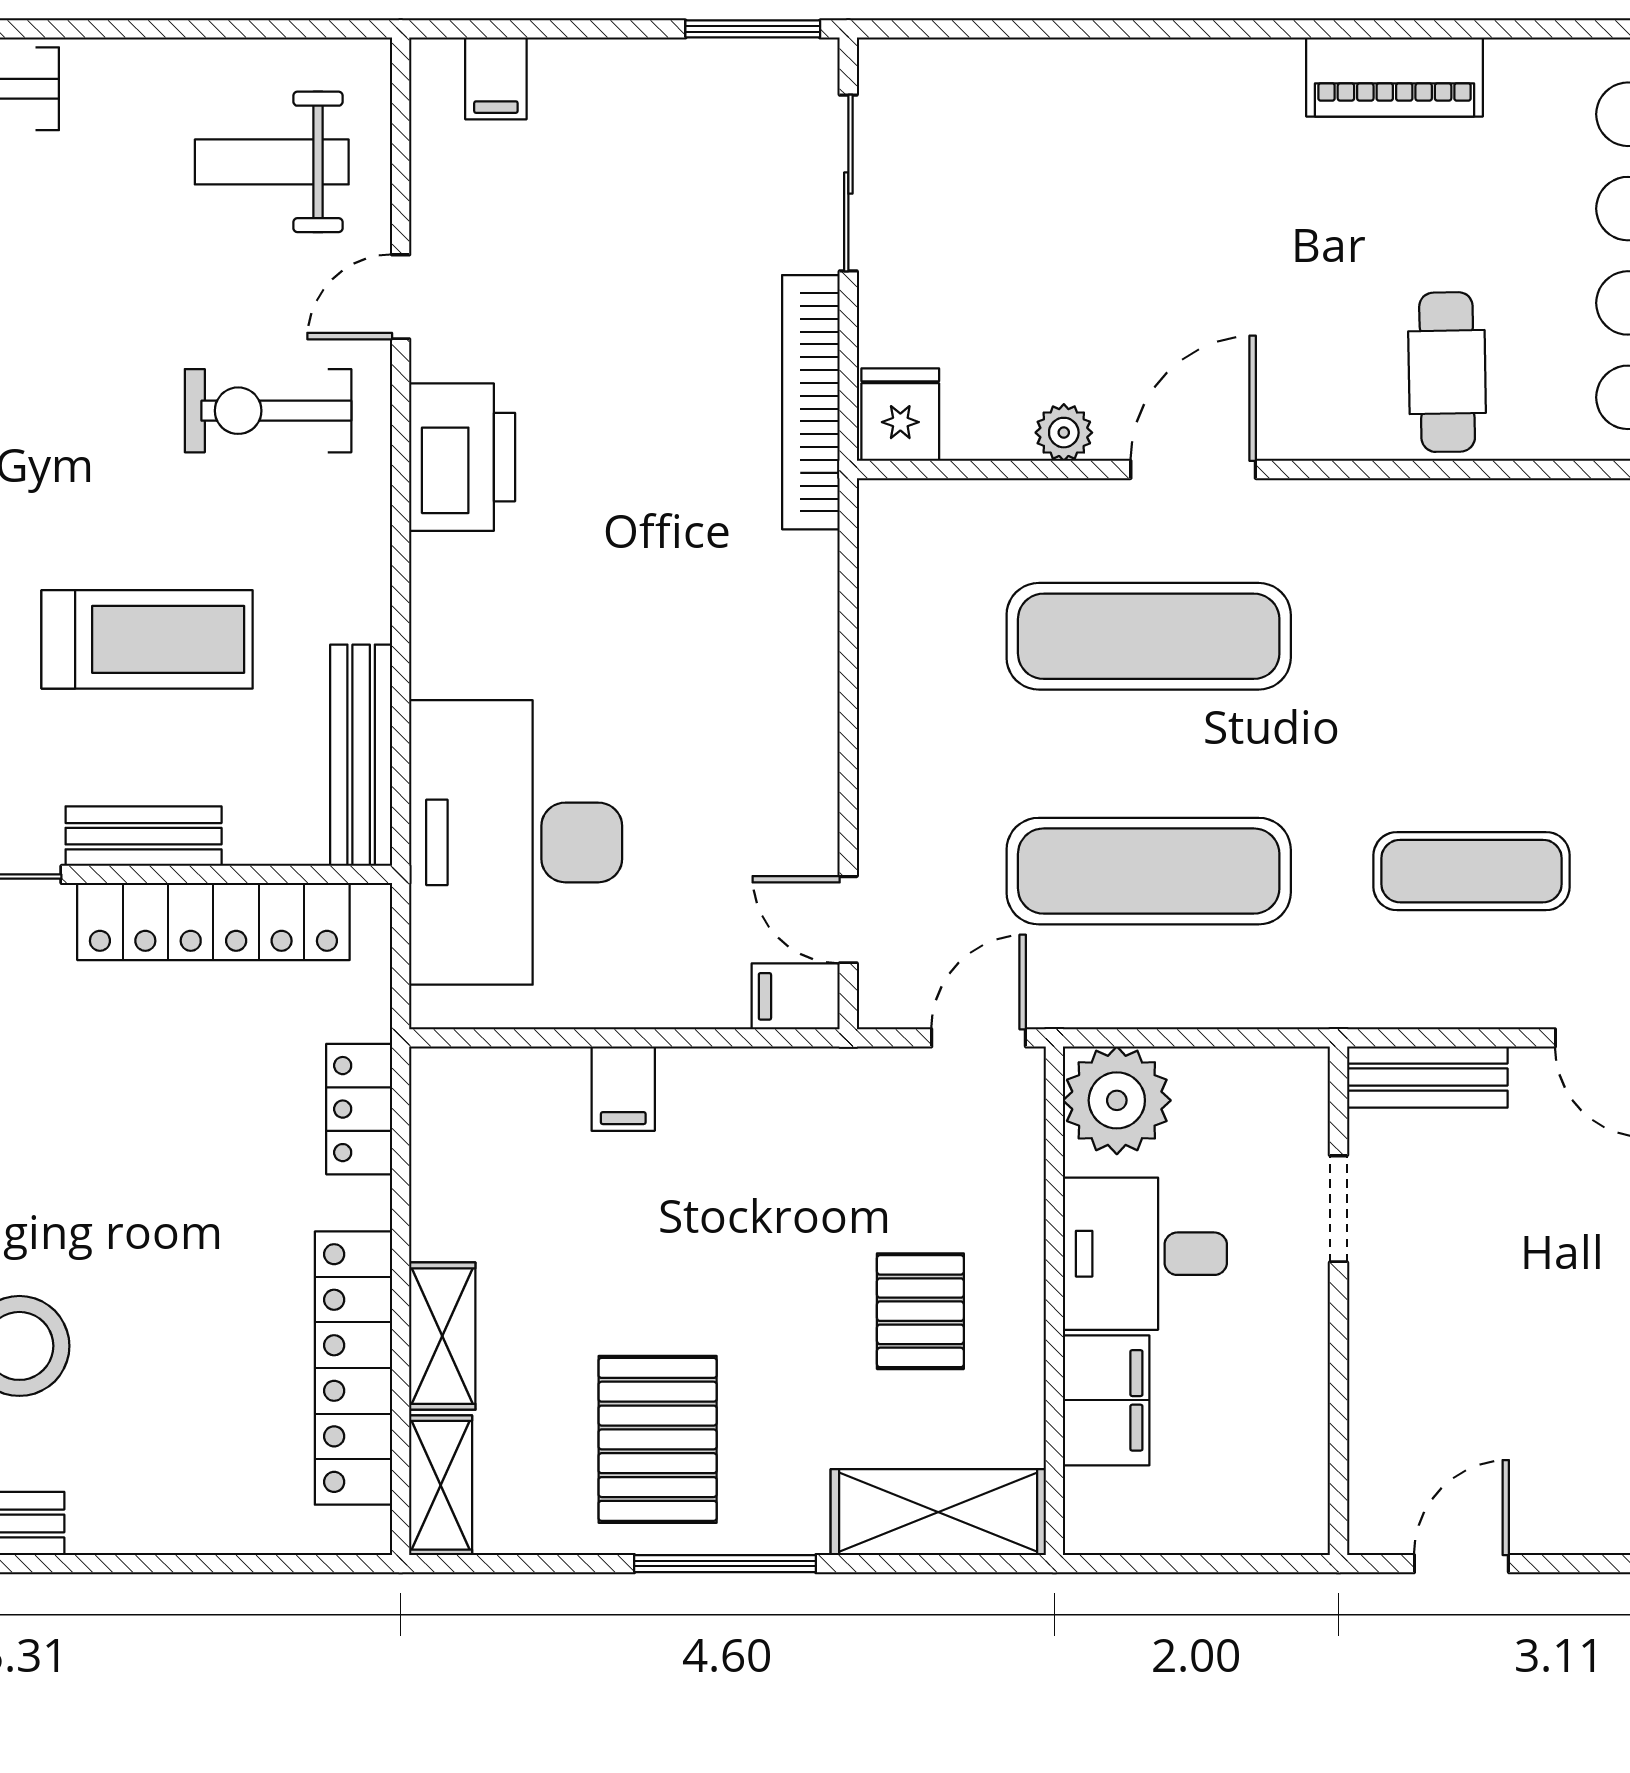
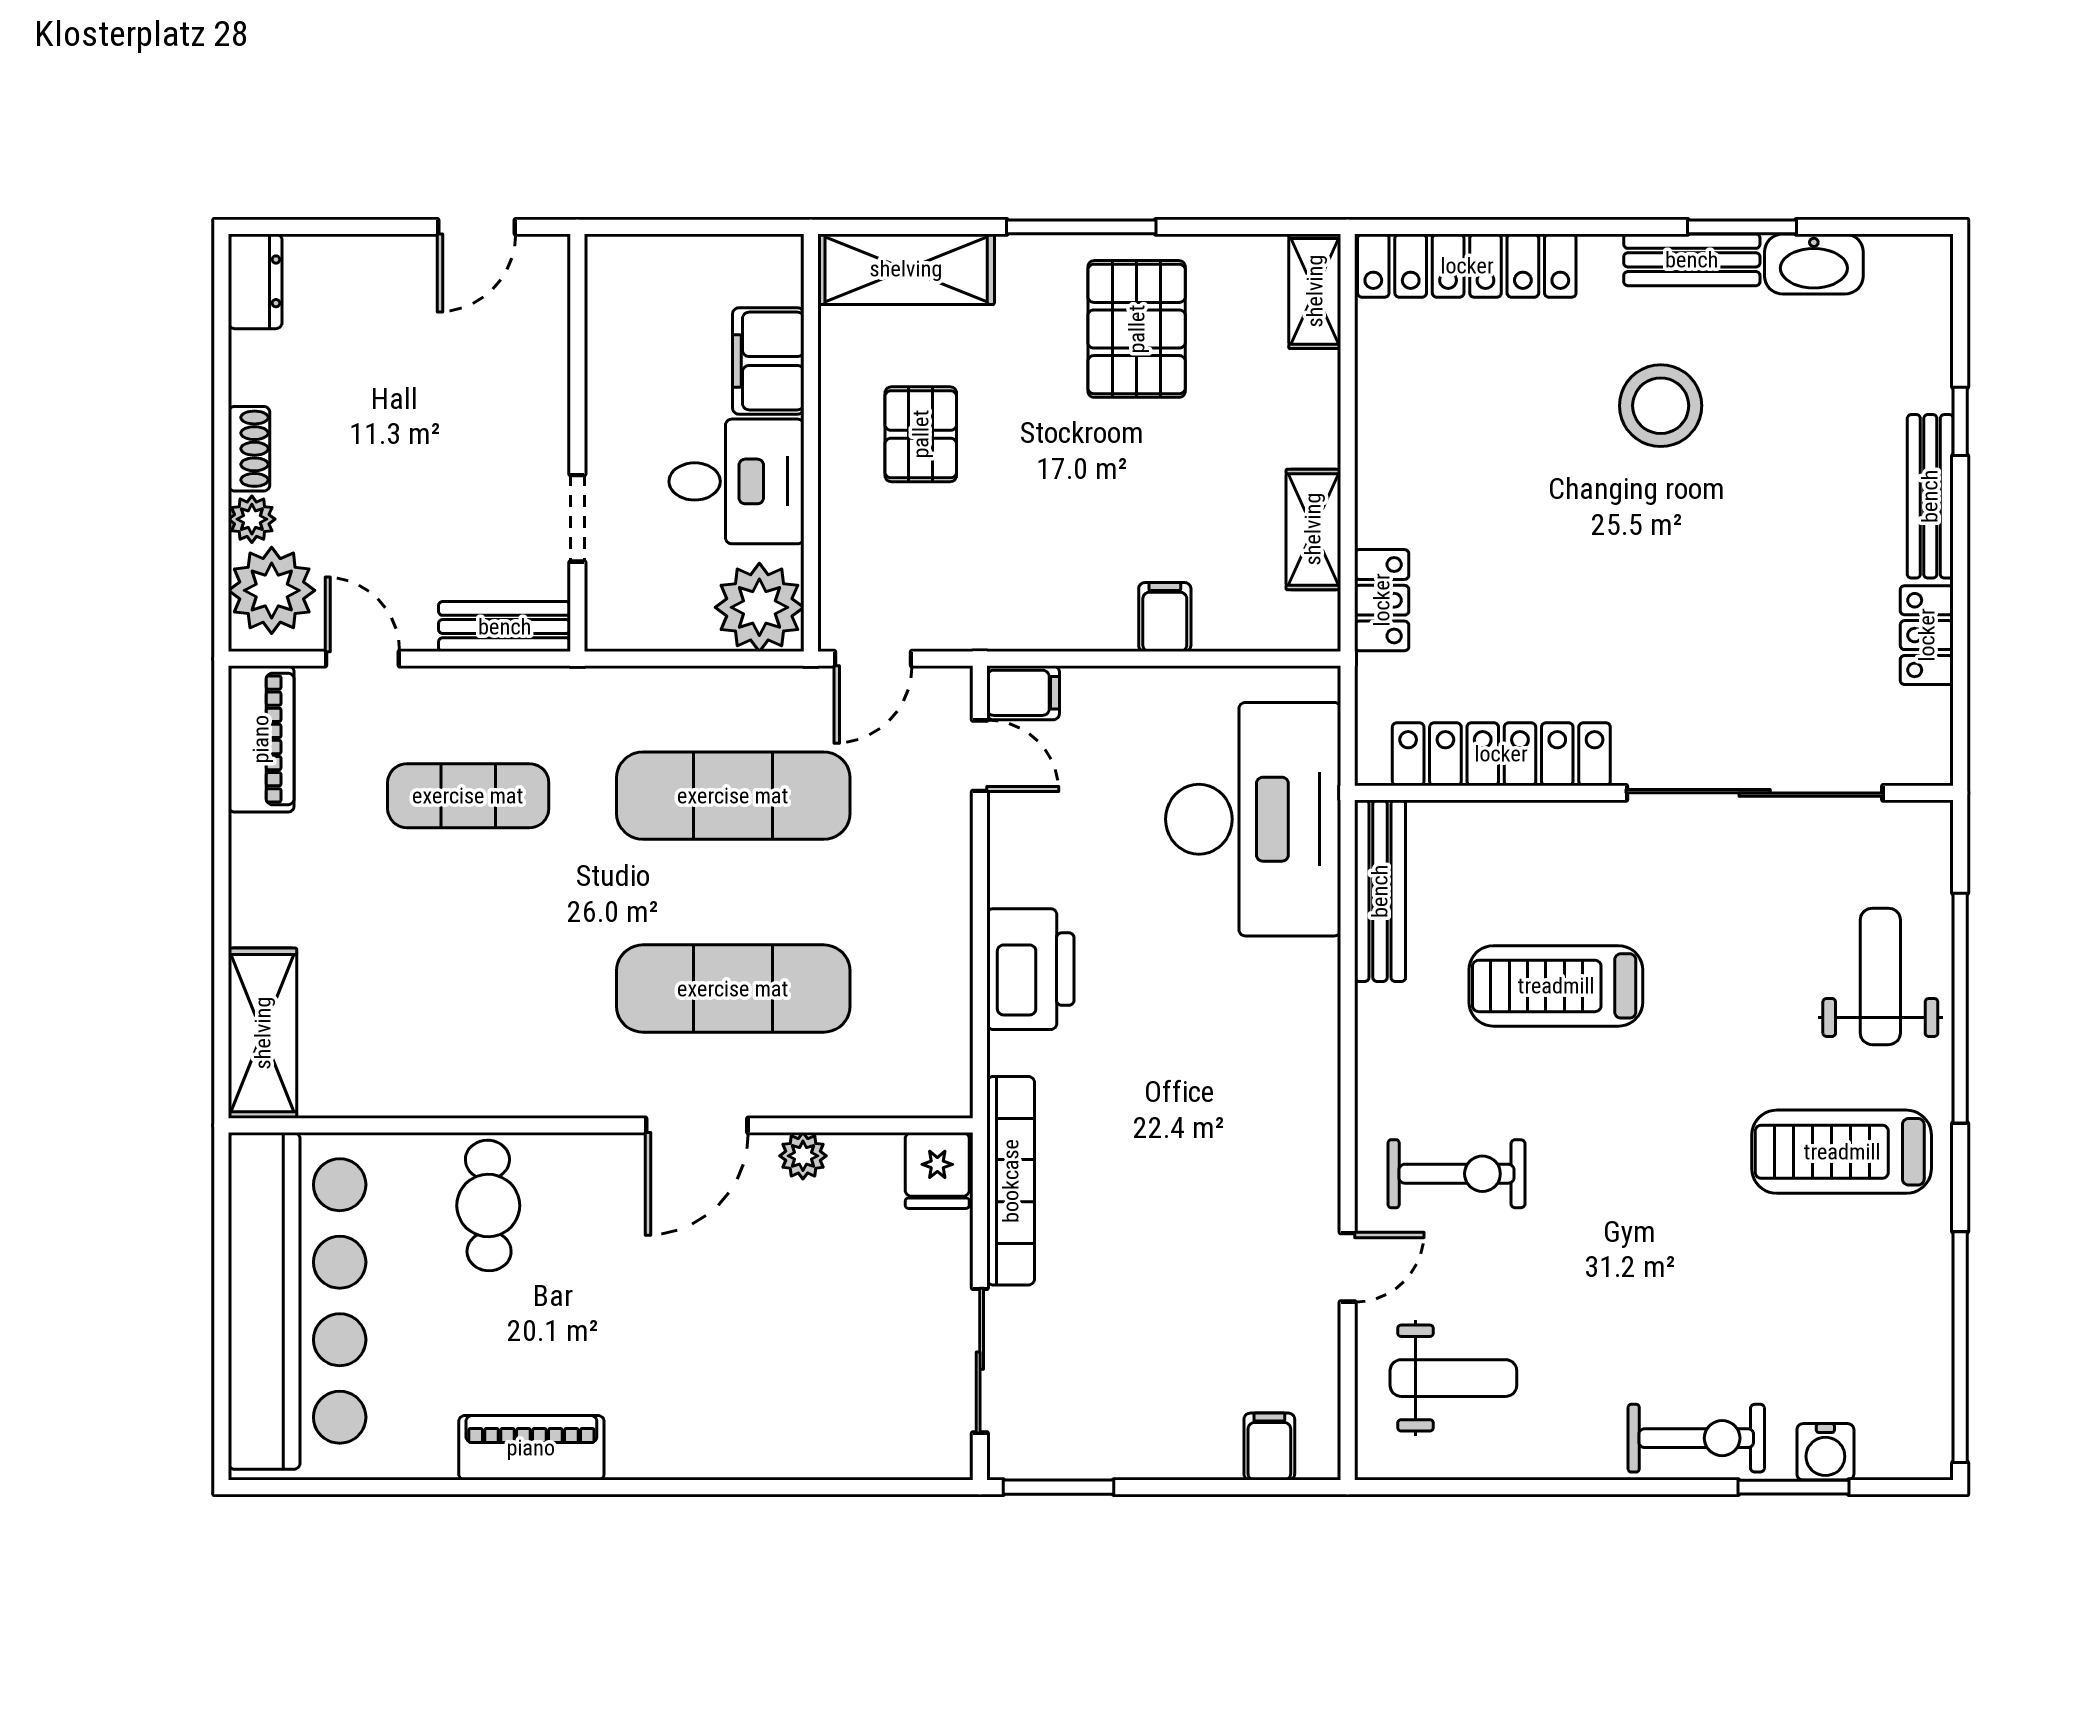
printer: (462, 457) -> (1030, 969), moved, turned 180
bench: (144, 836) -> (1559, 824), removed
shelving: (442, 1336) -> (1313, 529), moved
locker: (353, 1368) -> (1467, 266), moved, turned 90

